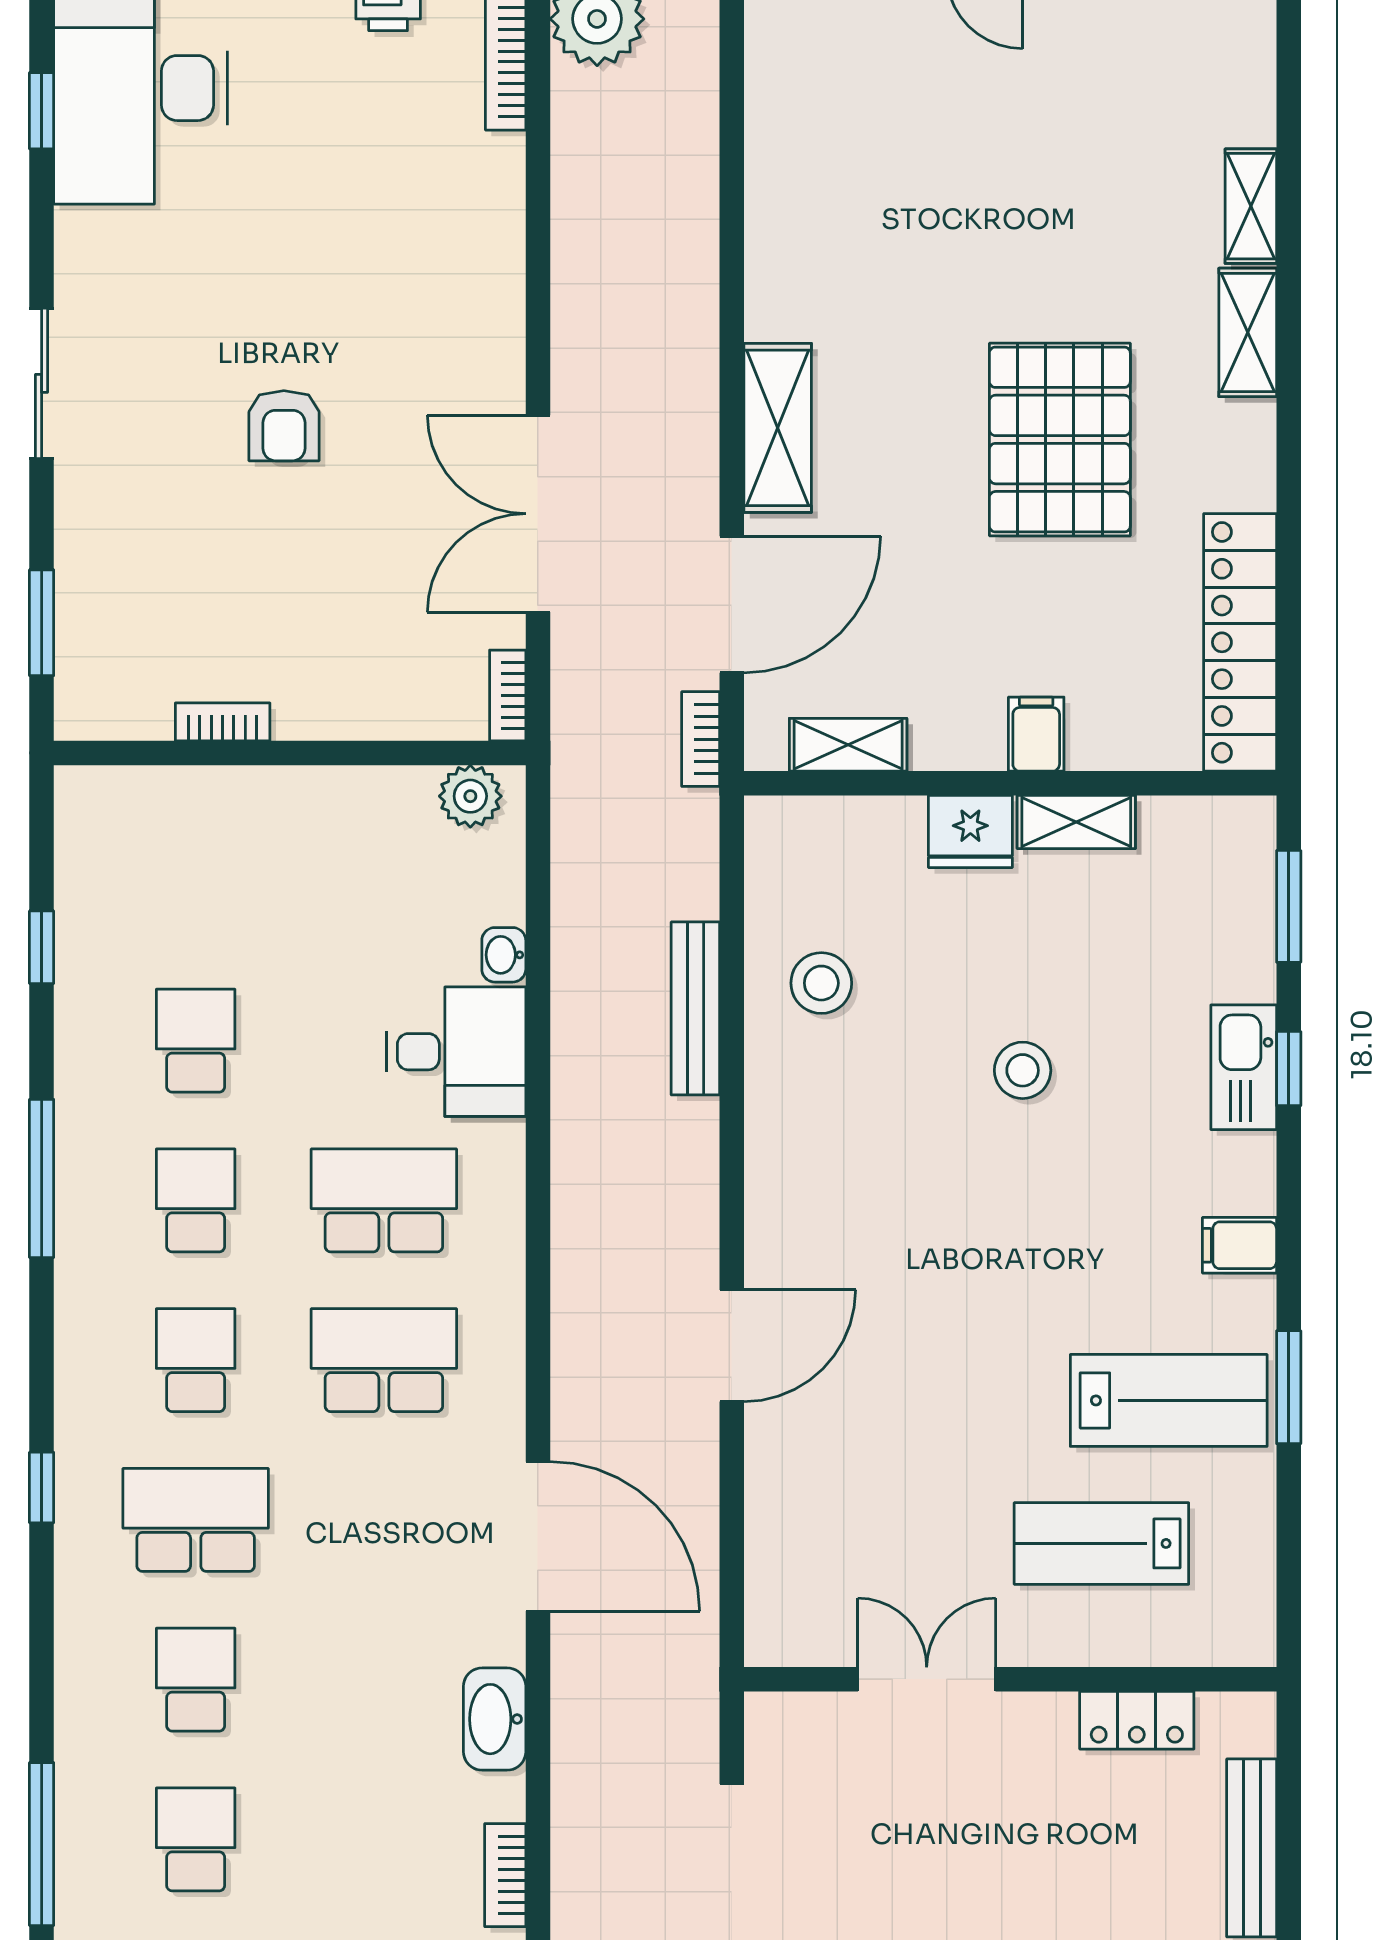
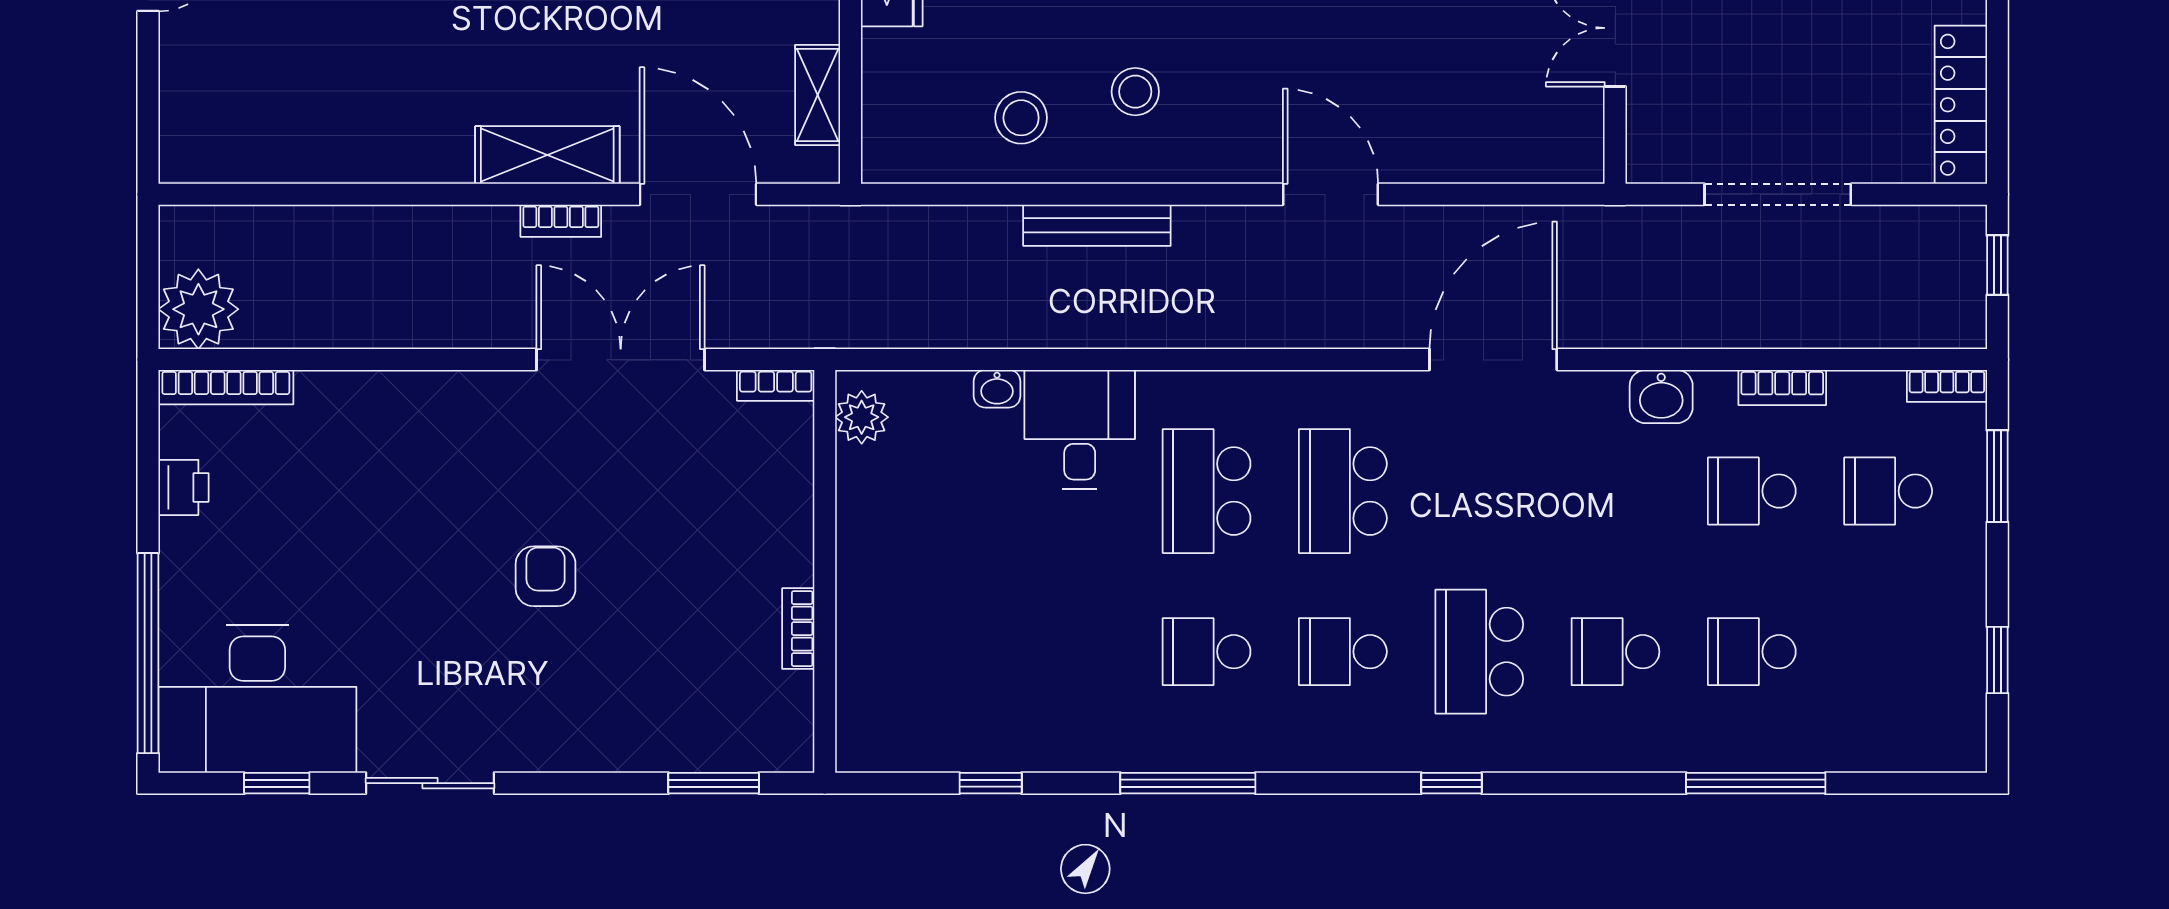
sliding door: (42, 383) -> (430, 783), moved
armchair: (284, 426) -> (546, 576), turned -90
double door: (538, 514) -> (621, 360), swing flipped
bookcase: (701, 739) -> (561, 221), moved
bench: (695, 1008) -> (1097, 225), moved
school desk: (196, 1041) -> (1752, 491), moved
stool: (852, 1117) -> (1135, 92), added
washbasin: (495, 1719) -> (1661, 397), width x0.72

